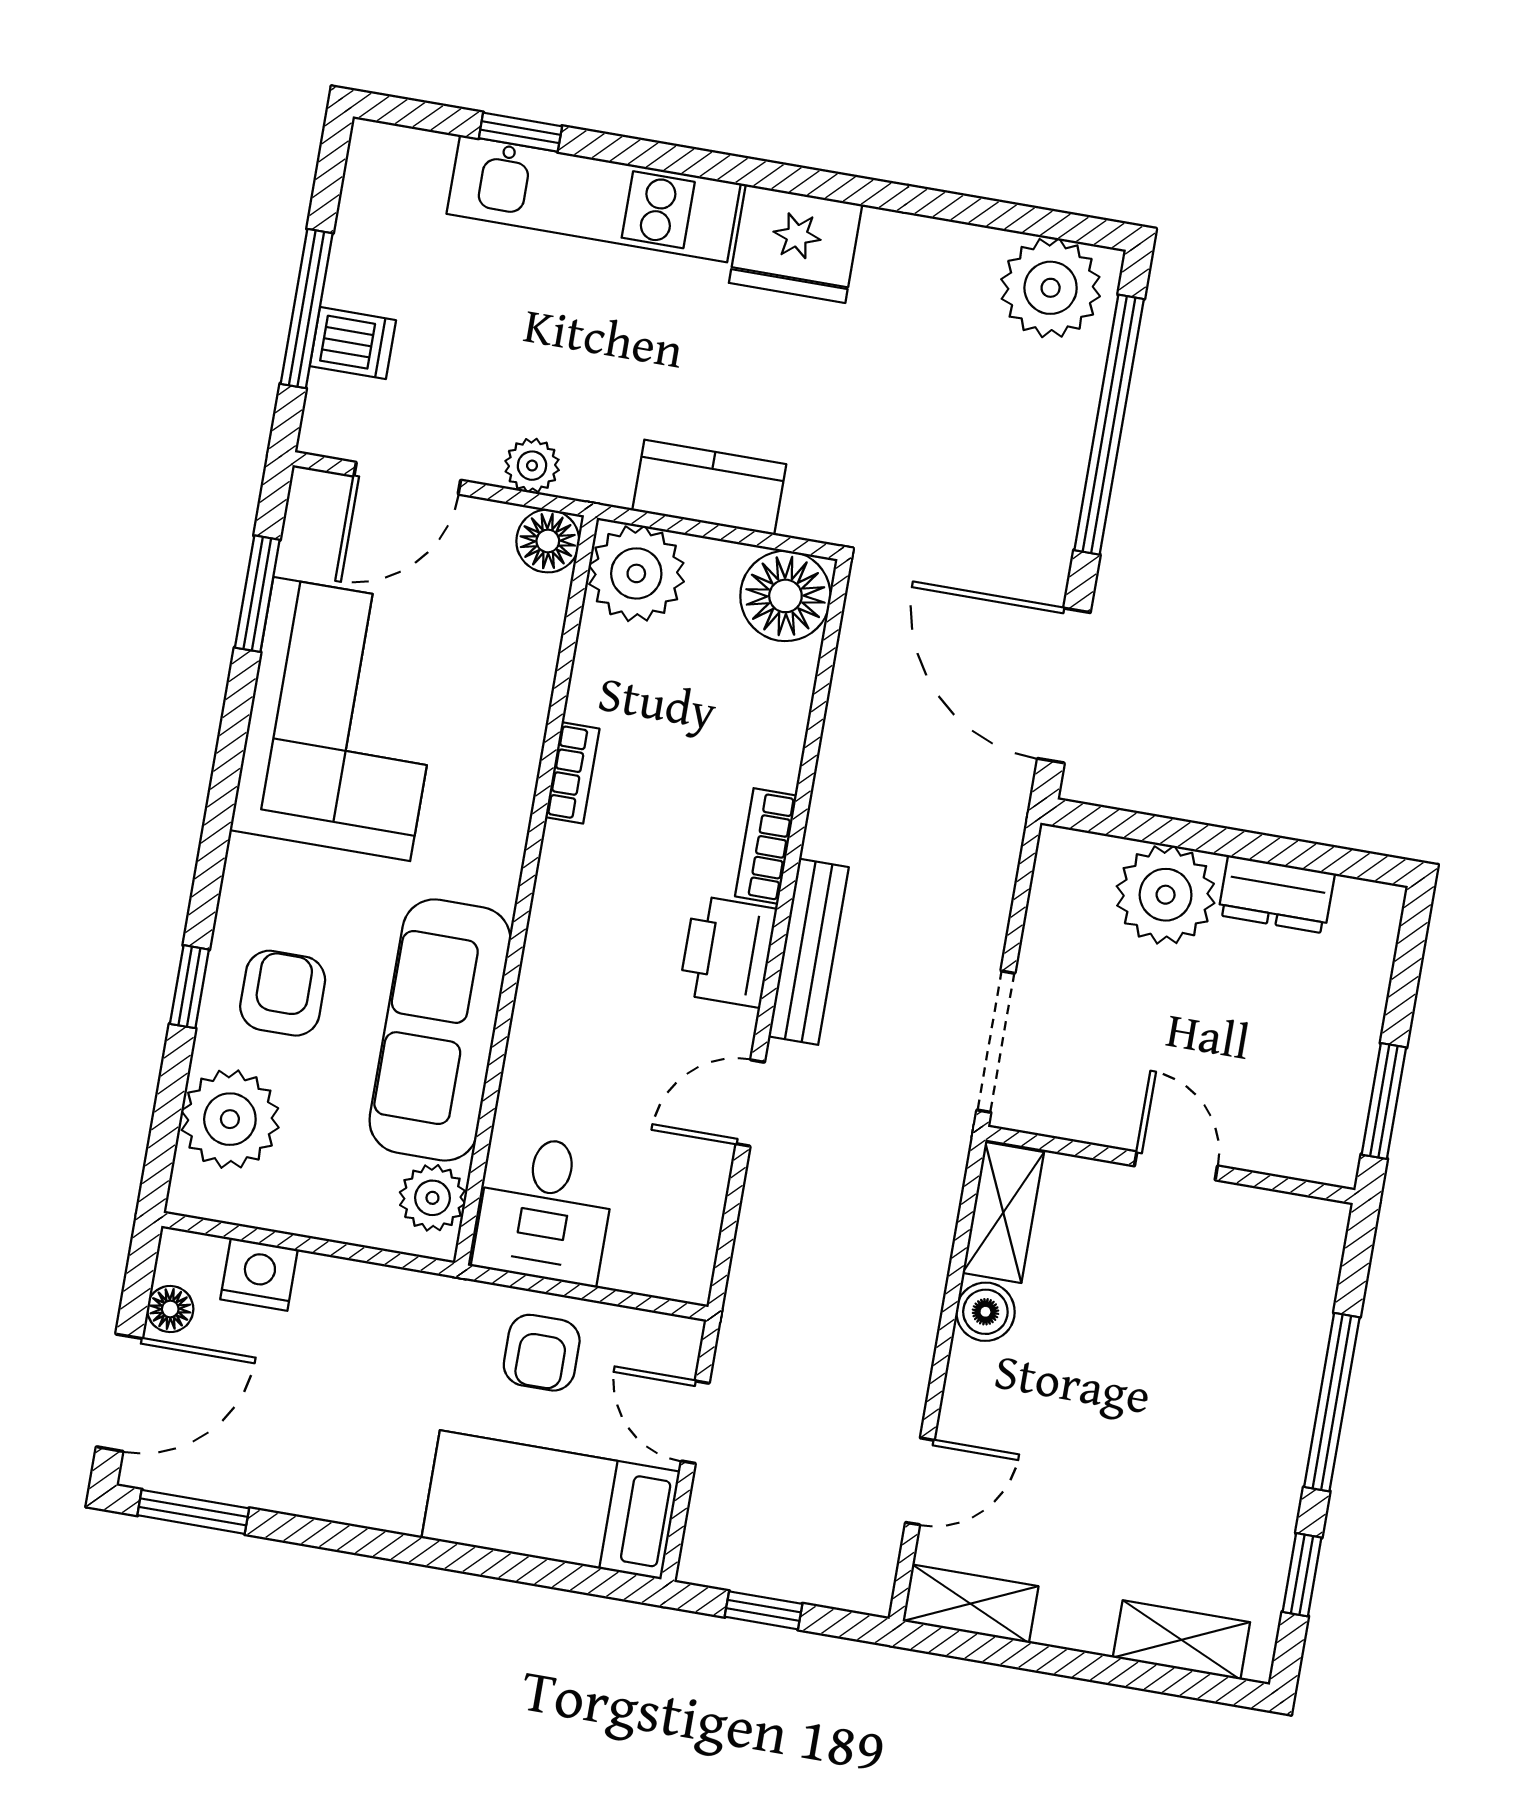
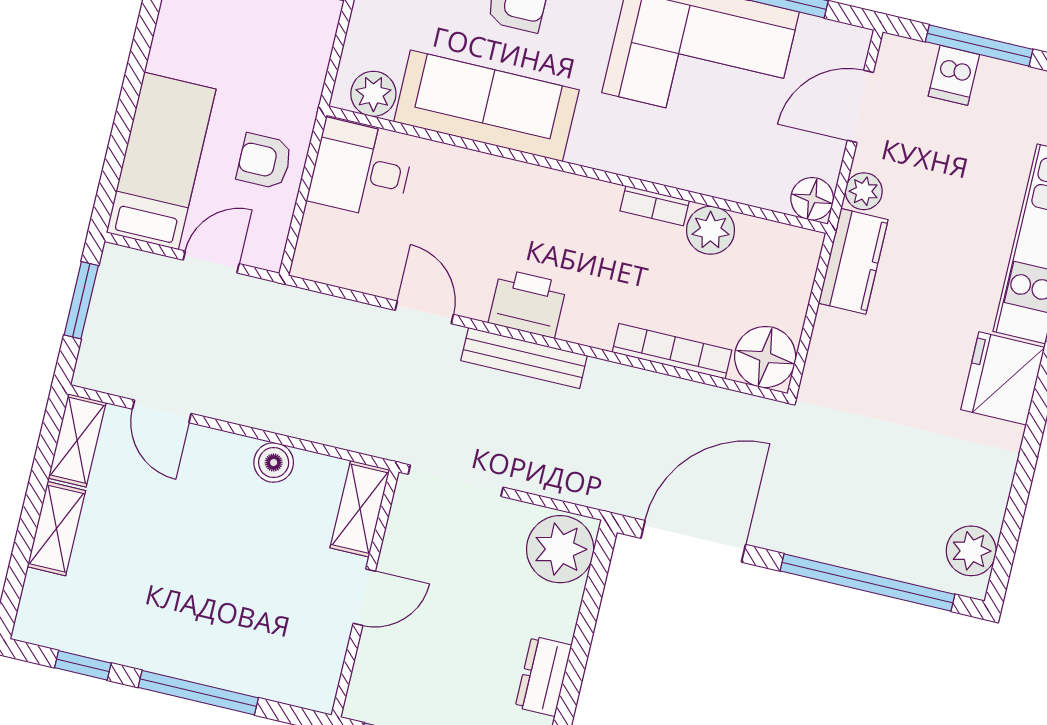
plant: (1051, 288) -> (971, 551), width x0.73, depth x0.73
door: (407, 478) -> (860, 106), hinge flipped
kitchen counter: (709, 487) -> (853, 261), moved
plant: (636, 573) -> (711, 230), moved, width x0.73, depth x0.73
bookcase: (766, 846) -> (672, 351), moved, width x1.56
plant: (1166, 895) -> (560, 549), moved
shelving: (1003, 1213) -> (360, 509), moved, turned 90
window: (764, 1610) -> (81, 300), width x1.50
shelving: (1181, 1640) -> (56, 529), moved

